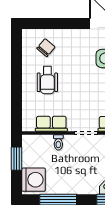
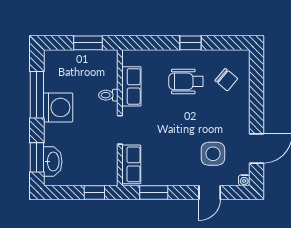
window: (16, 76) -> (190, 43), added
washing machine: (34, 180) -> (58, 107), moved, turned -90

